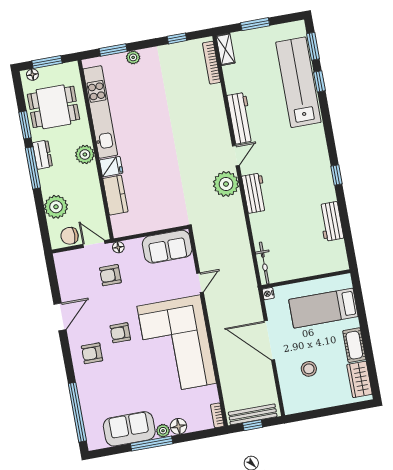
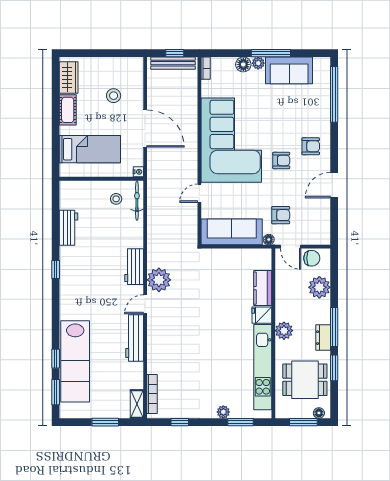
sofa: (167, 247) -> (232, 232), width x1.36
stool: (286, 261) -> (116, 199), added

